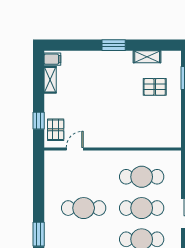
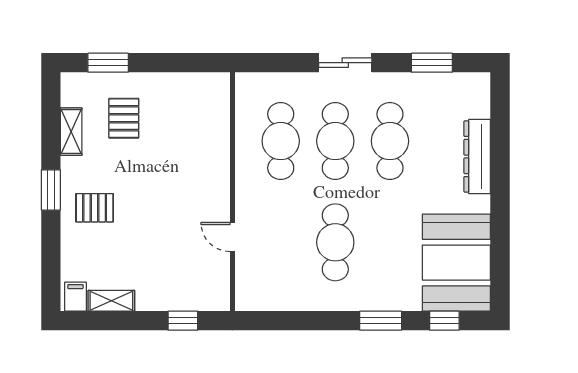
pallet: (56, 130) -> (95, 208), moved
door: (75, 149) -> (232, 237), moved

